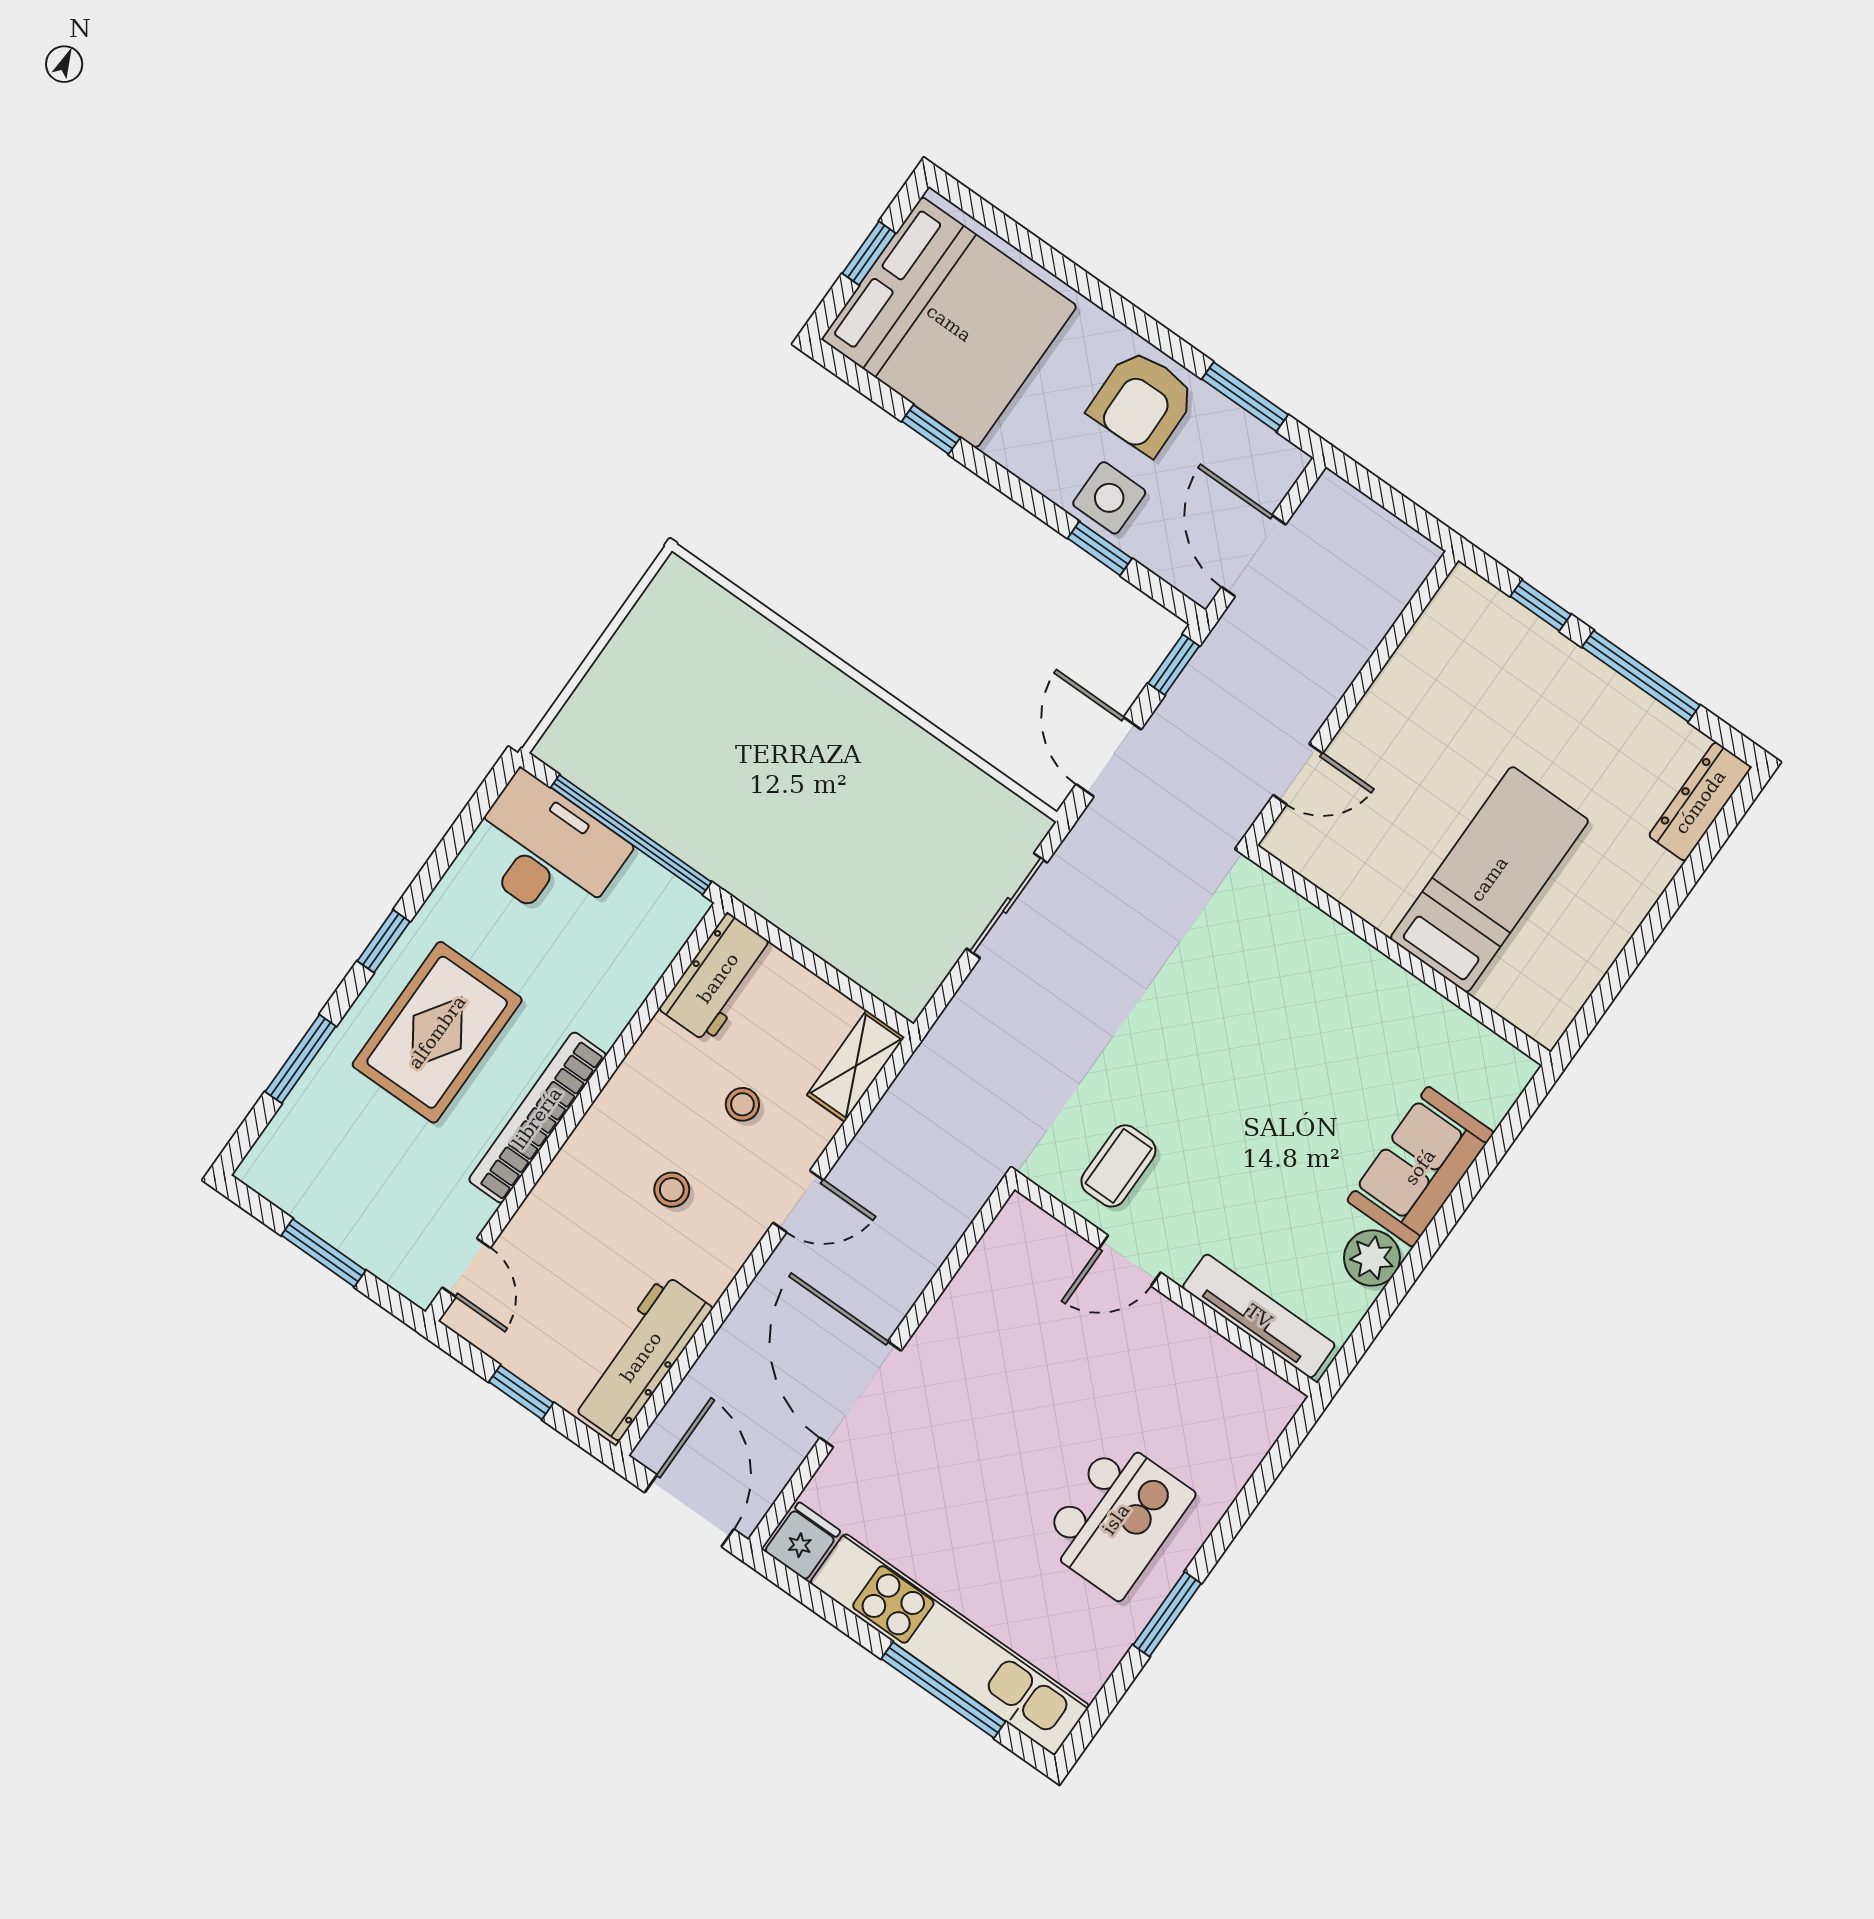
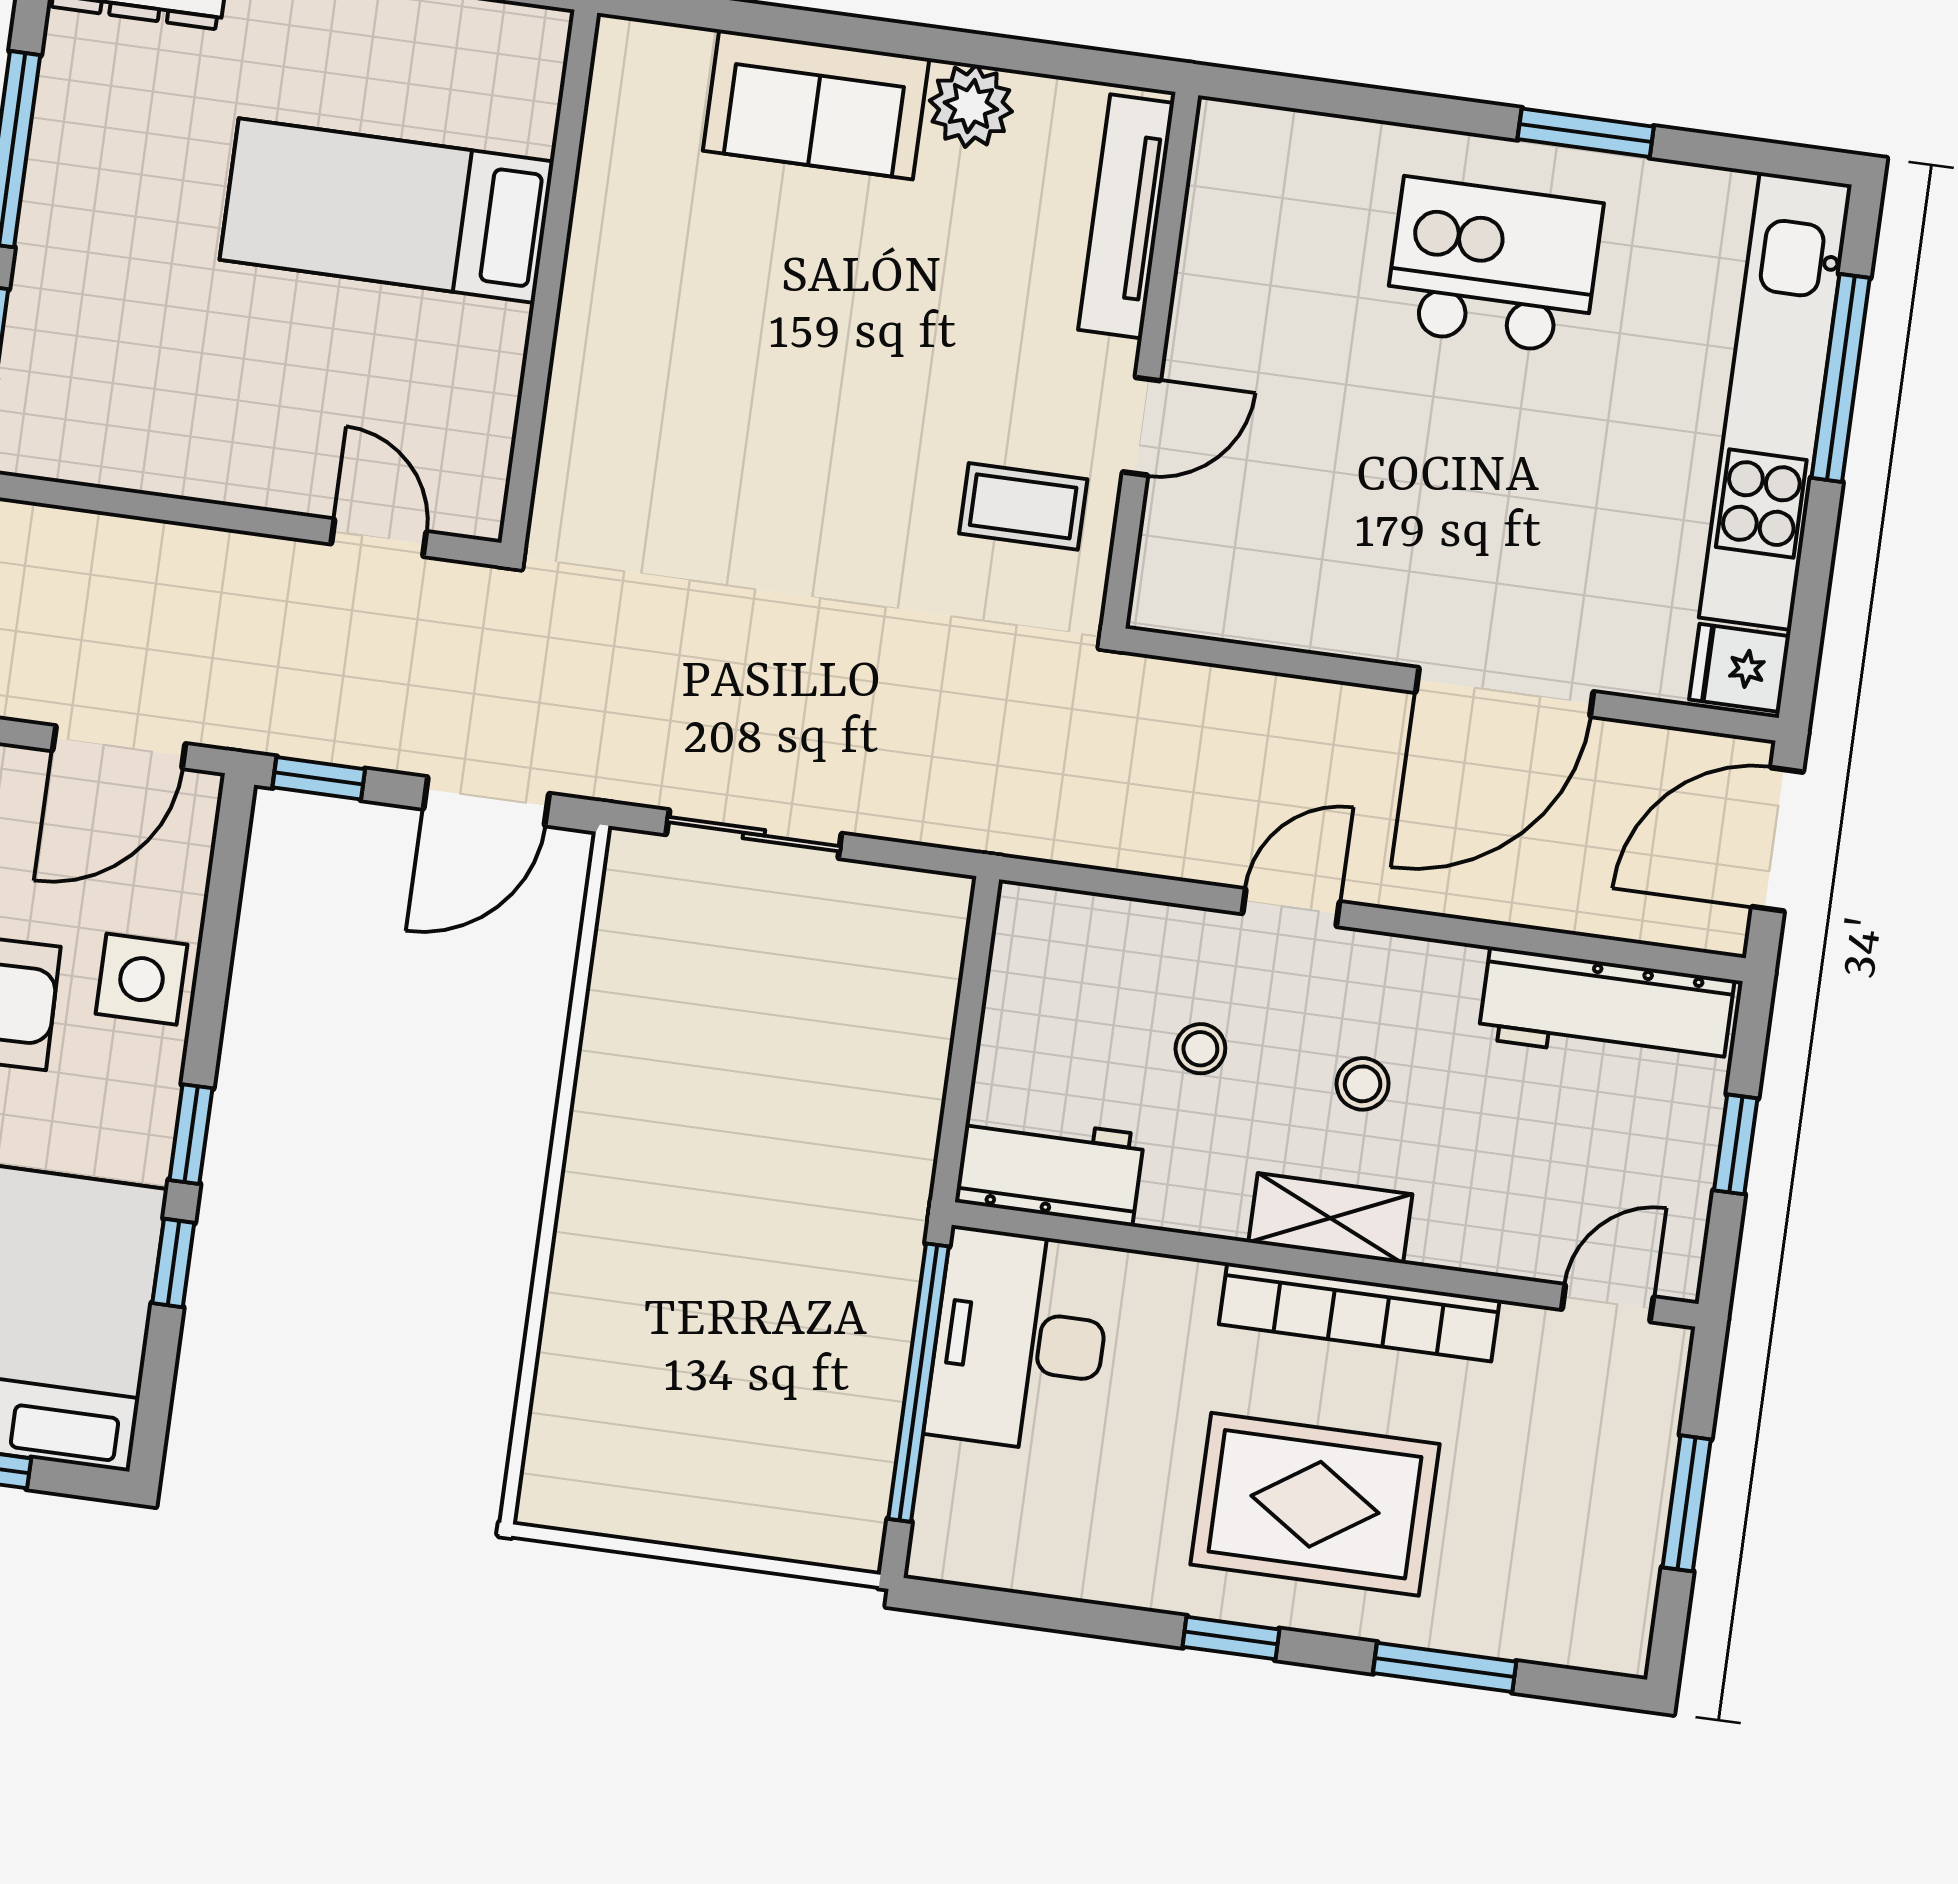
window: (1100, 548) -> (191, 1134), moved
desk: (546, 851) -> (1020, 1341), moved
shelving: (856, 1066) -> (1330, 1218), moved
door: (798, 1201) -> (1291, 908), hinge flipped
door: (1130, 1261) -> (1141, 426), hinge flipped

